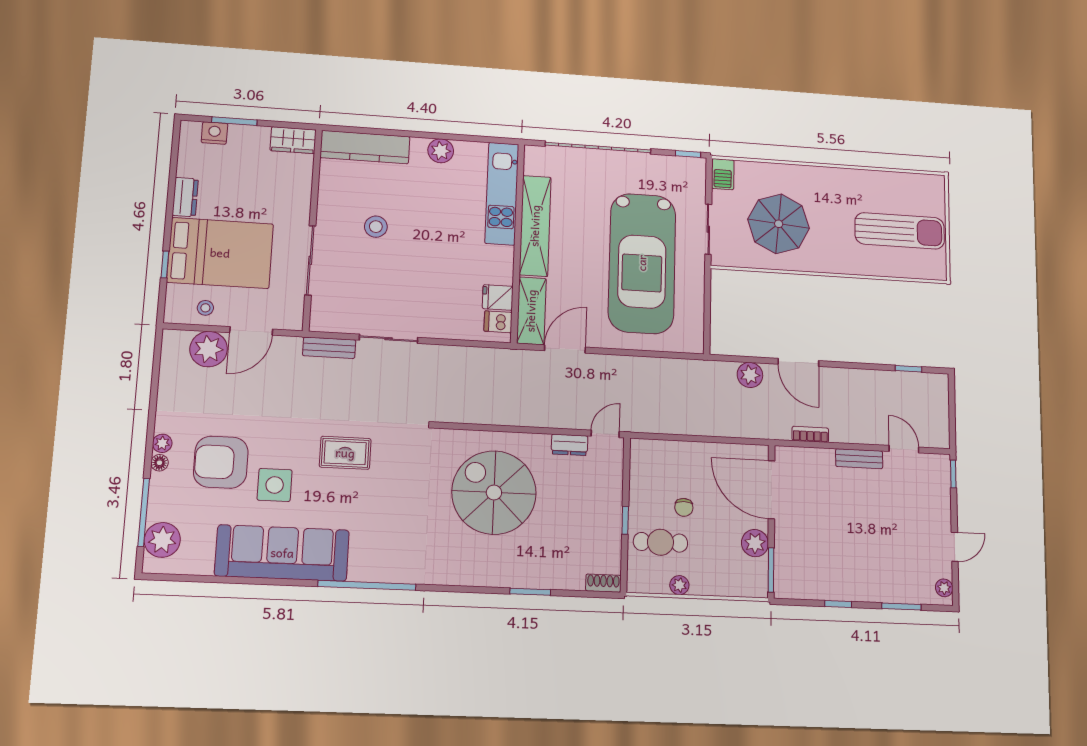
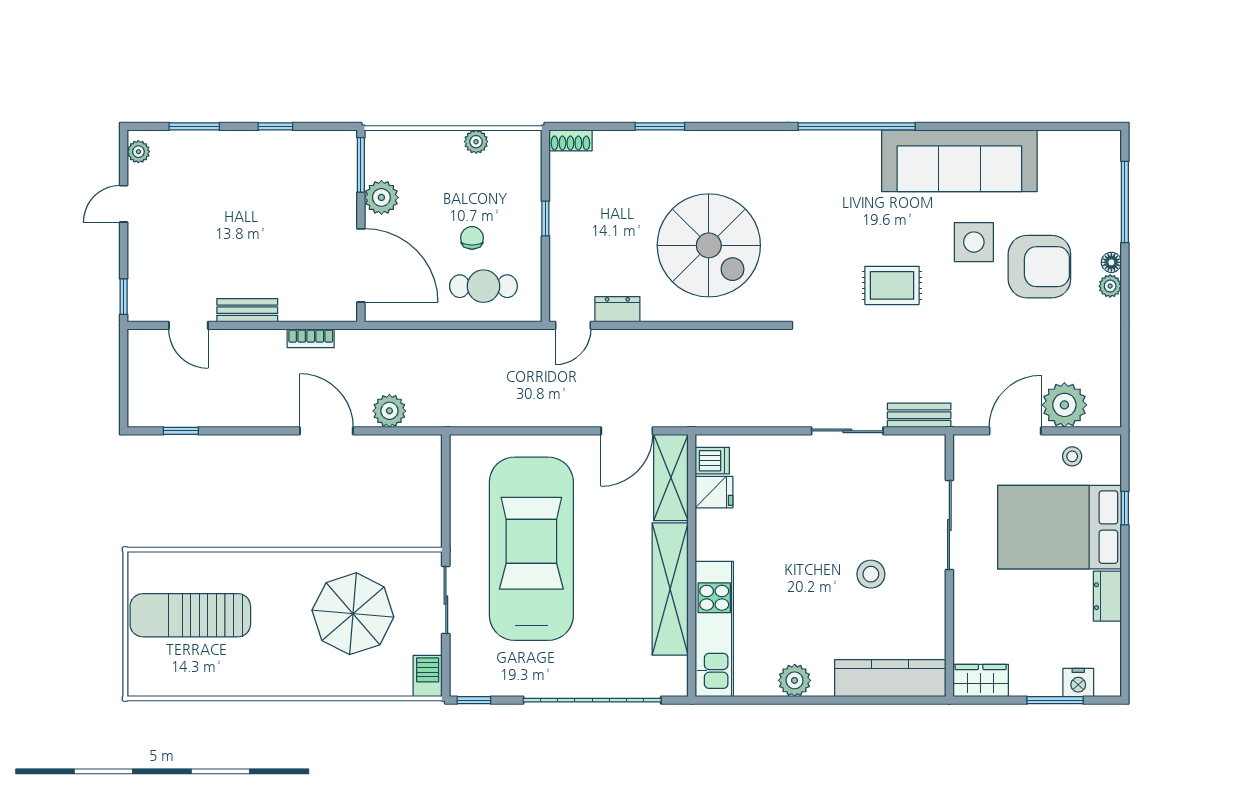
plant: (162, 540) -> (1101, 170), removed
cafe table: (660, 542) -> (483, 286), moved

